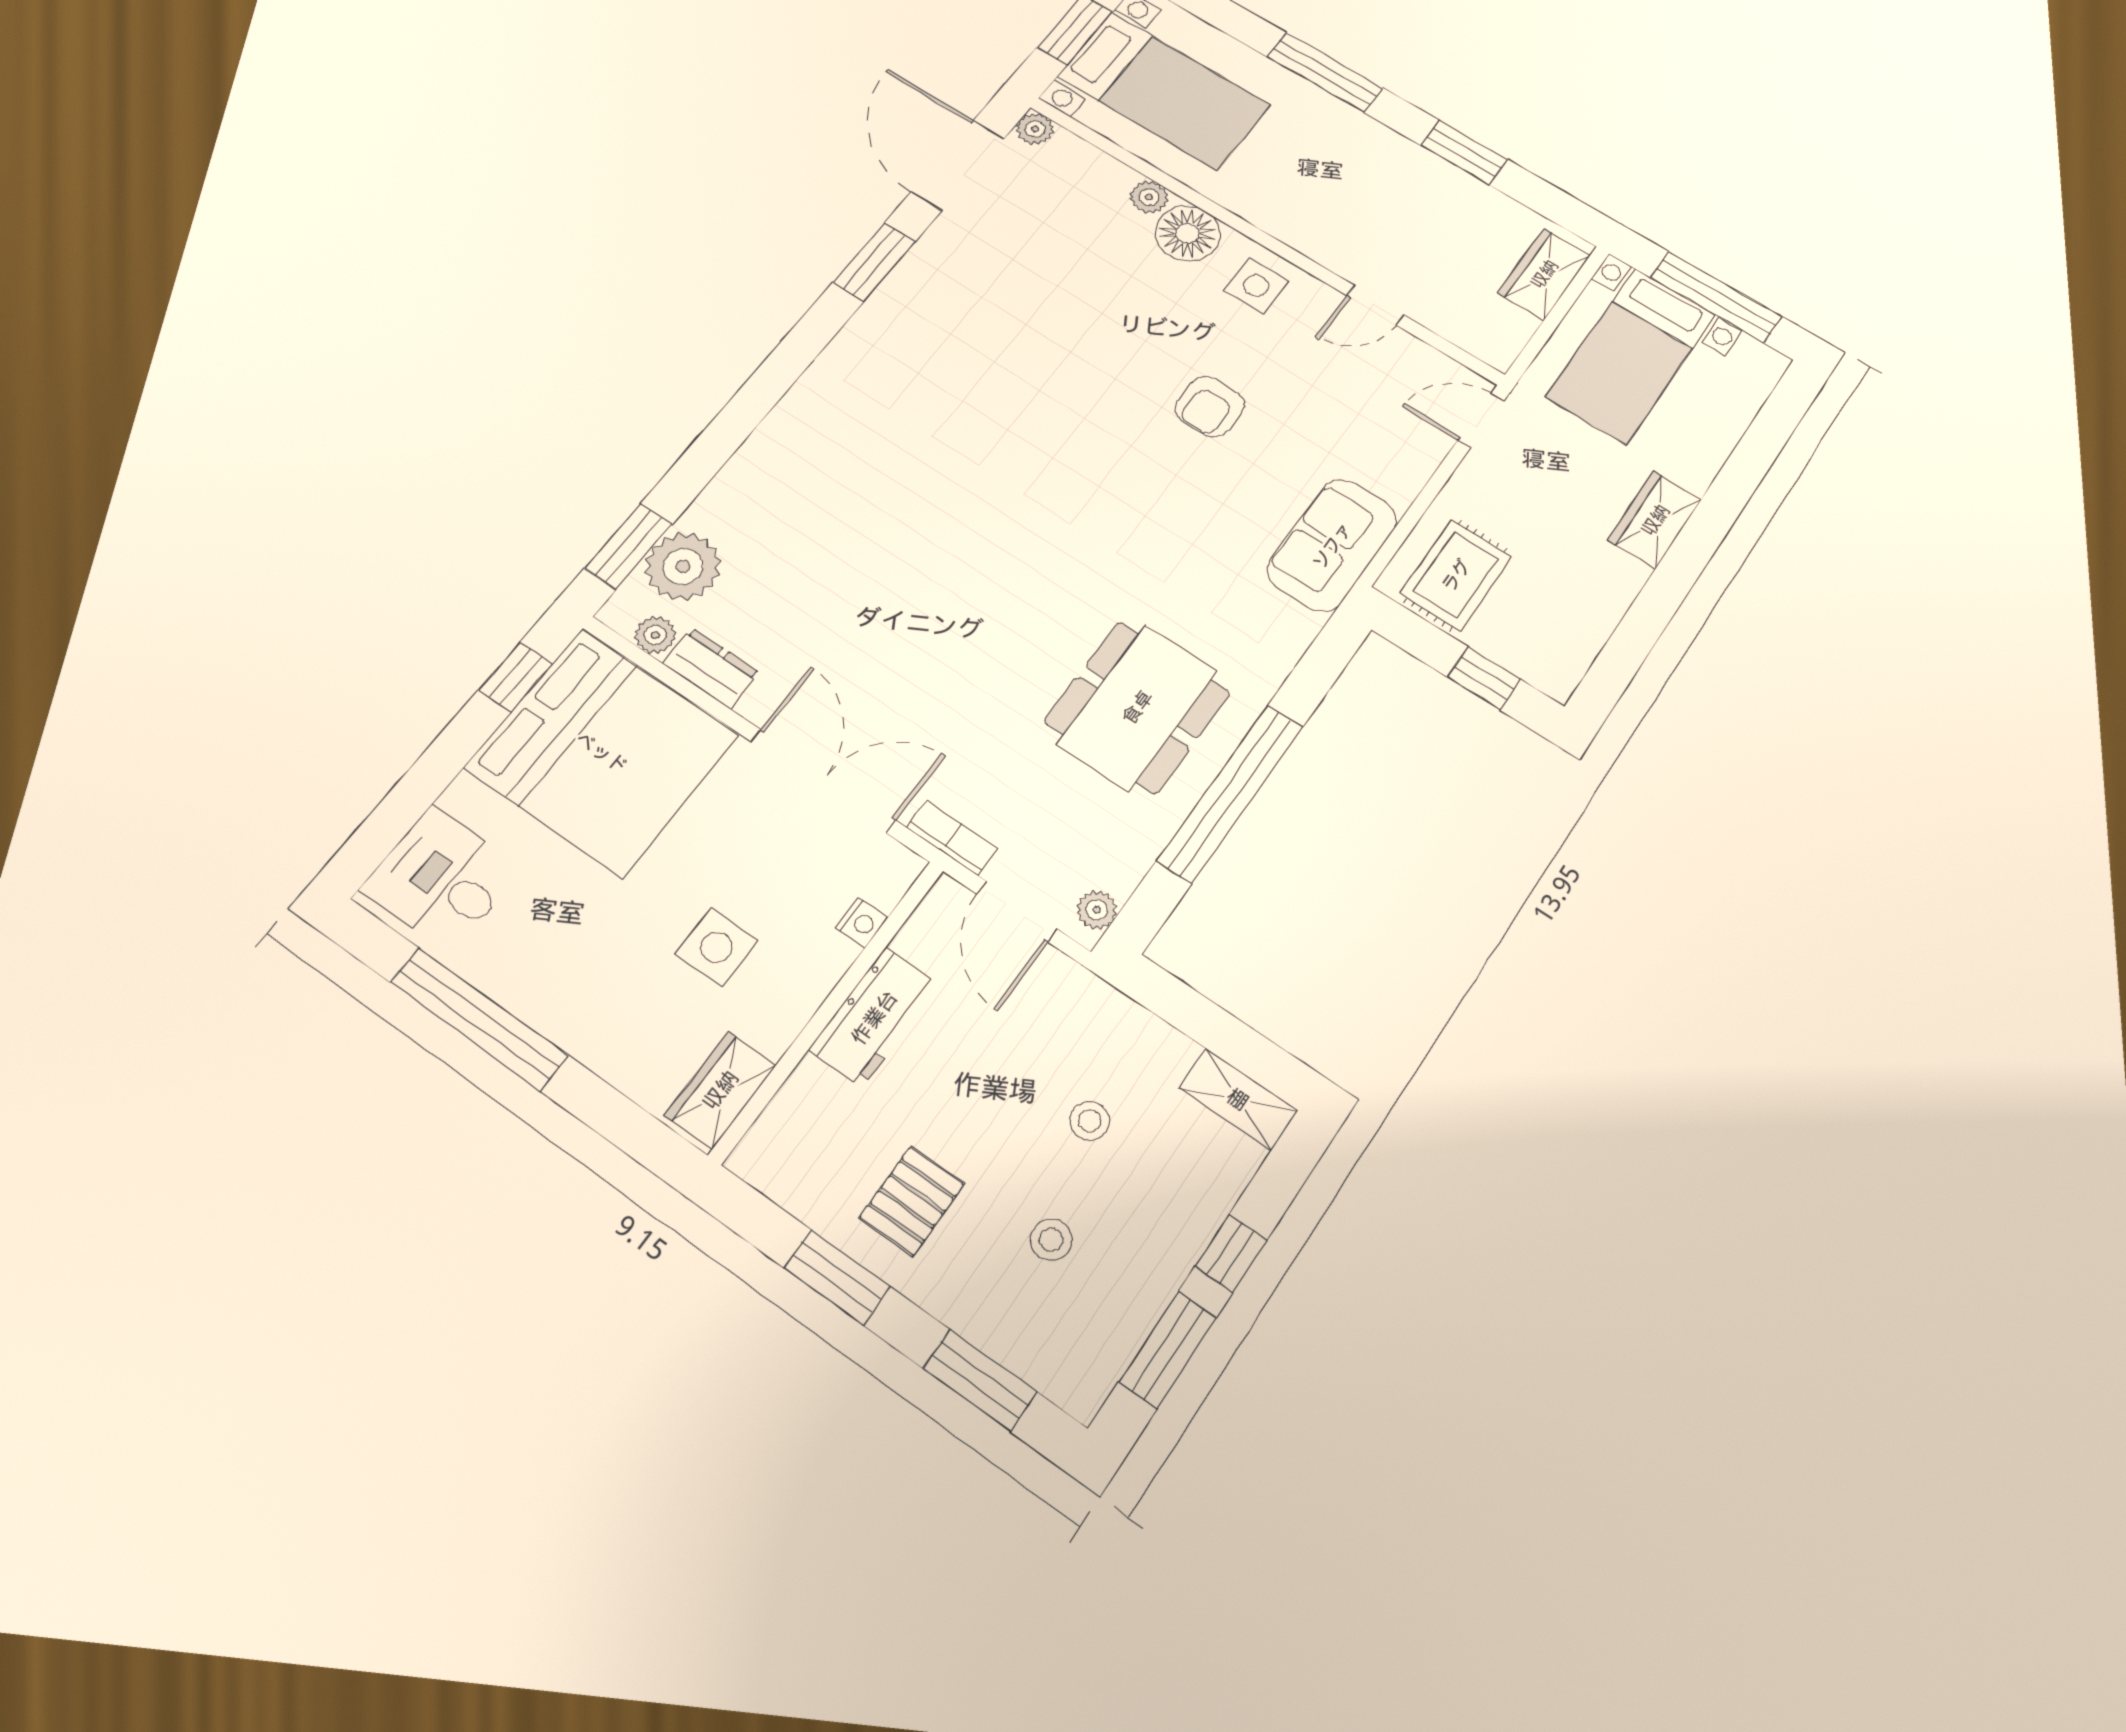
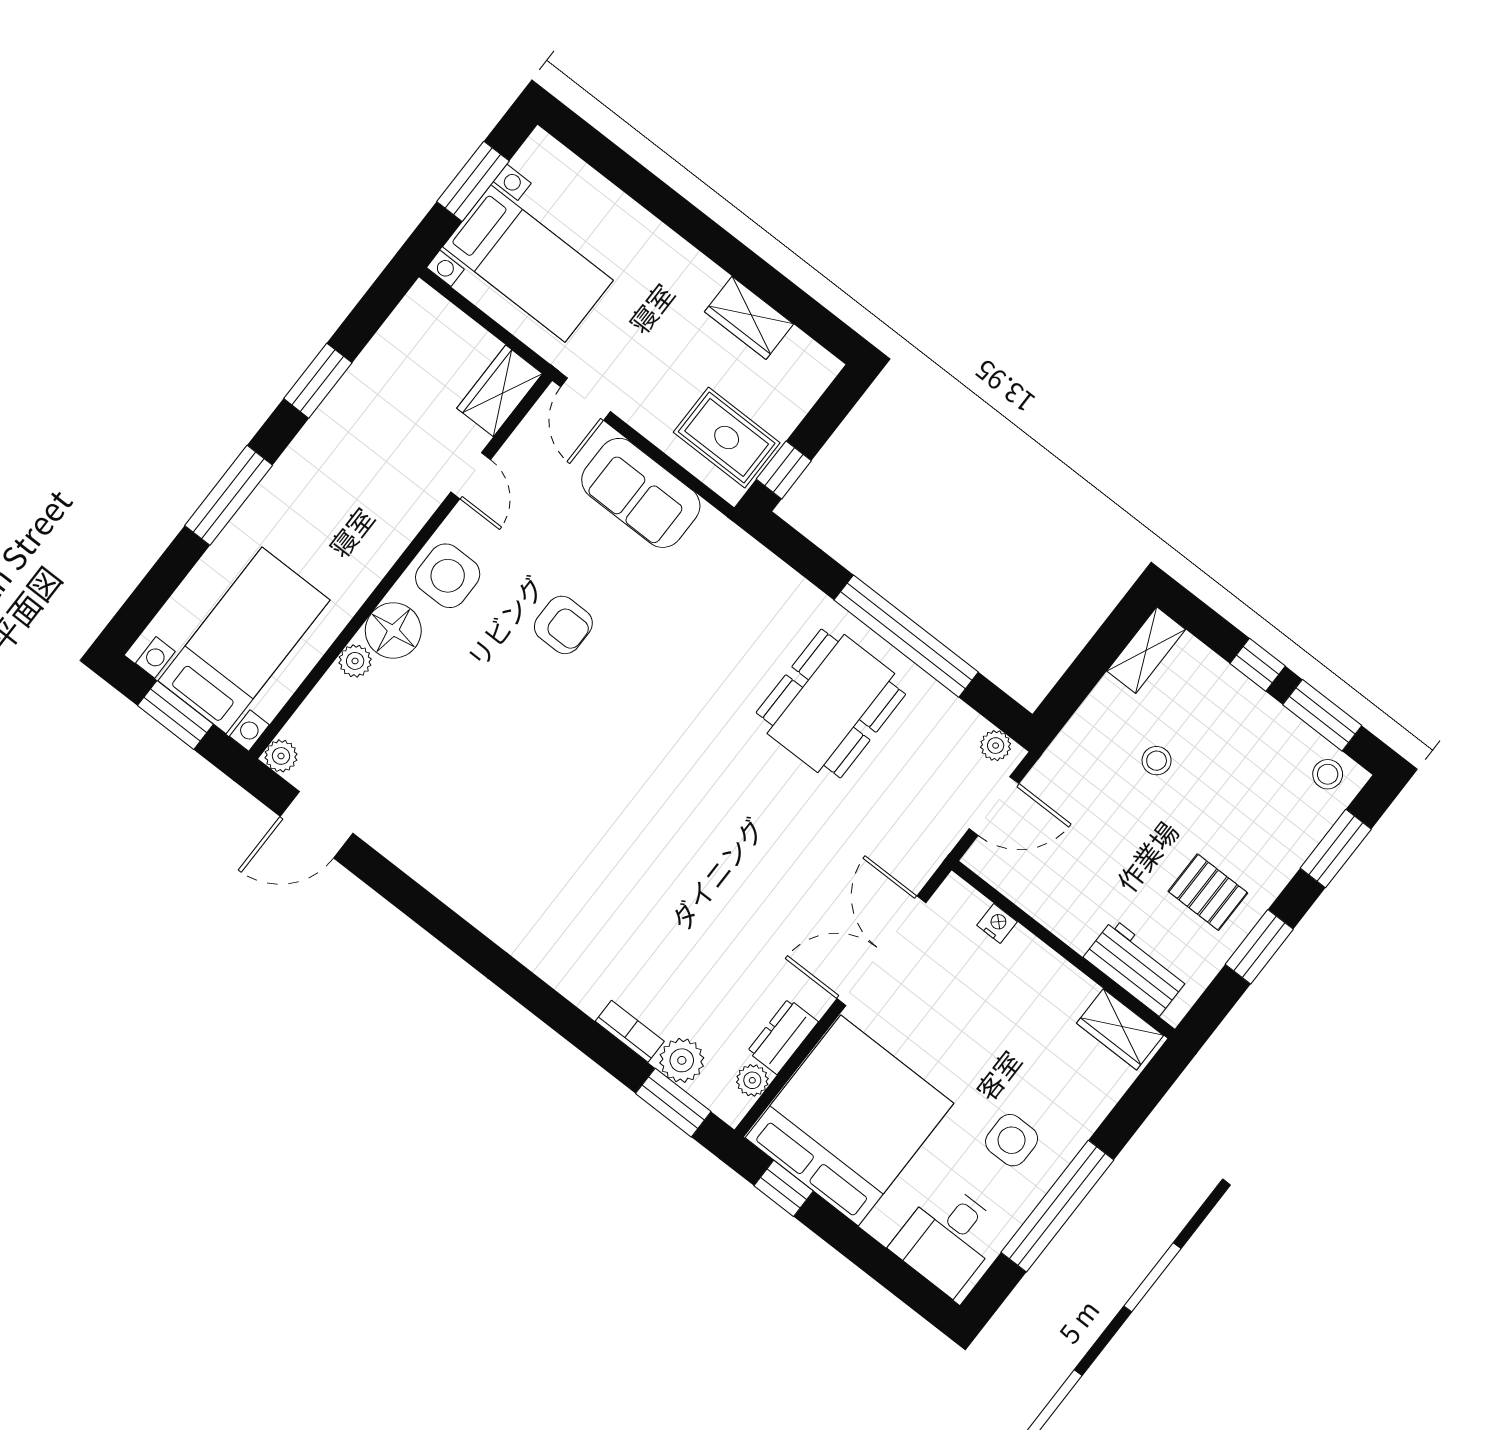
door: (958, 165) -> (317, 825), width x0.73
window: (874, 262) -> (413, 900), removed
wardrobe: (1544, 274) -> (500, 391), moved, turned 90
side table: (1256, 286) -> (448, 576), width x1.37, depth x1.37
window: (1716, 297) -> (473, 181), width x0.69
wardrobe: (1655, 520) -> (749, 318), moved
sofa: (1332, 545) -> (641, 493), moved
plant: (683, 567) -> (682, 1060), width x0.73, depth x0.73
window: (1484, 678) -> (784, 470), moved
dining table: (1137, 707) -> (831, 703), turned 90
bookcase: (952, 838) -> (630, 1031), moved, turned 90
side table: (716, 947) -> (1012, 1140), moved
workbench: (874, 1017) -> (1136, 967), moved
stool: (1051, 1240) -> (1328, 774), moved

